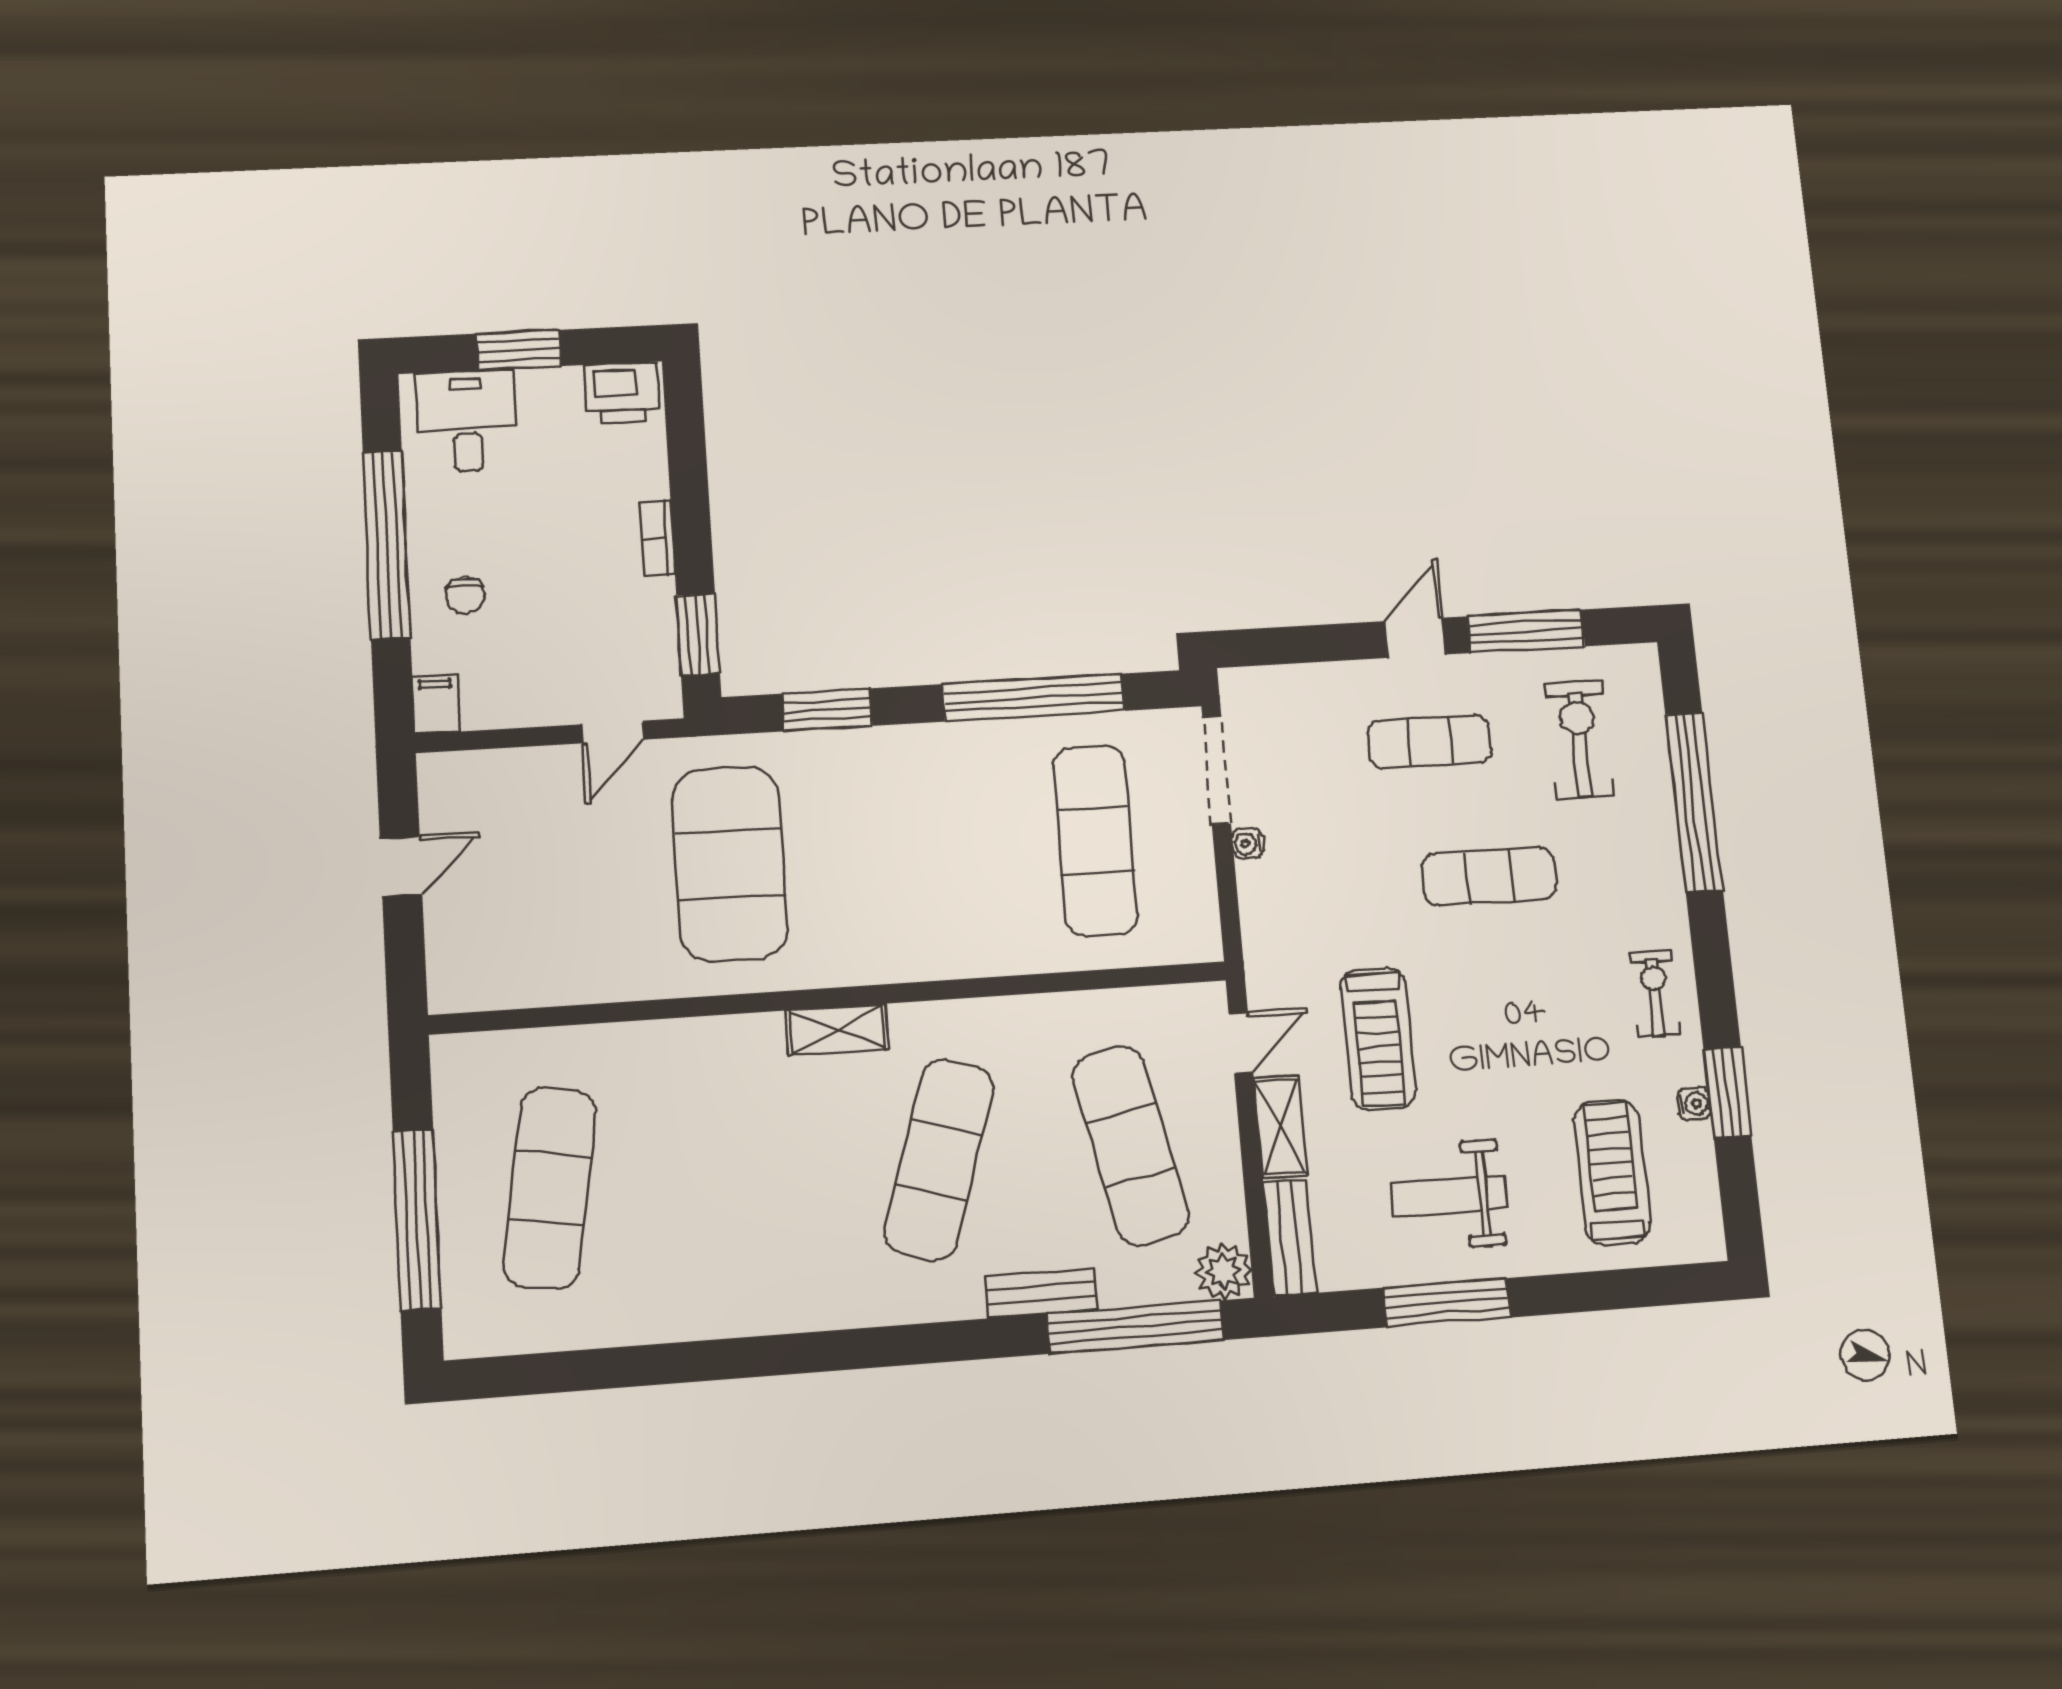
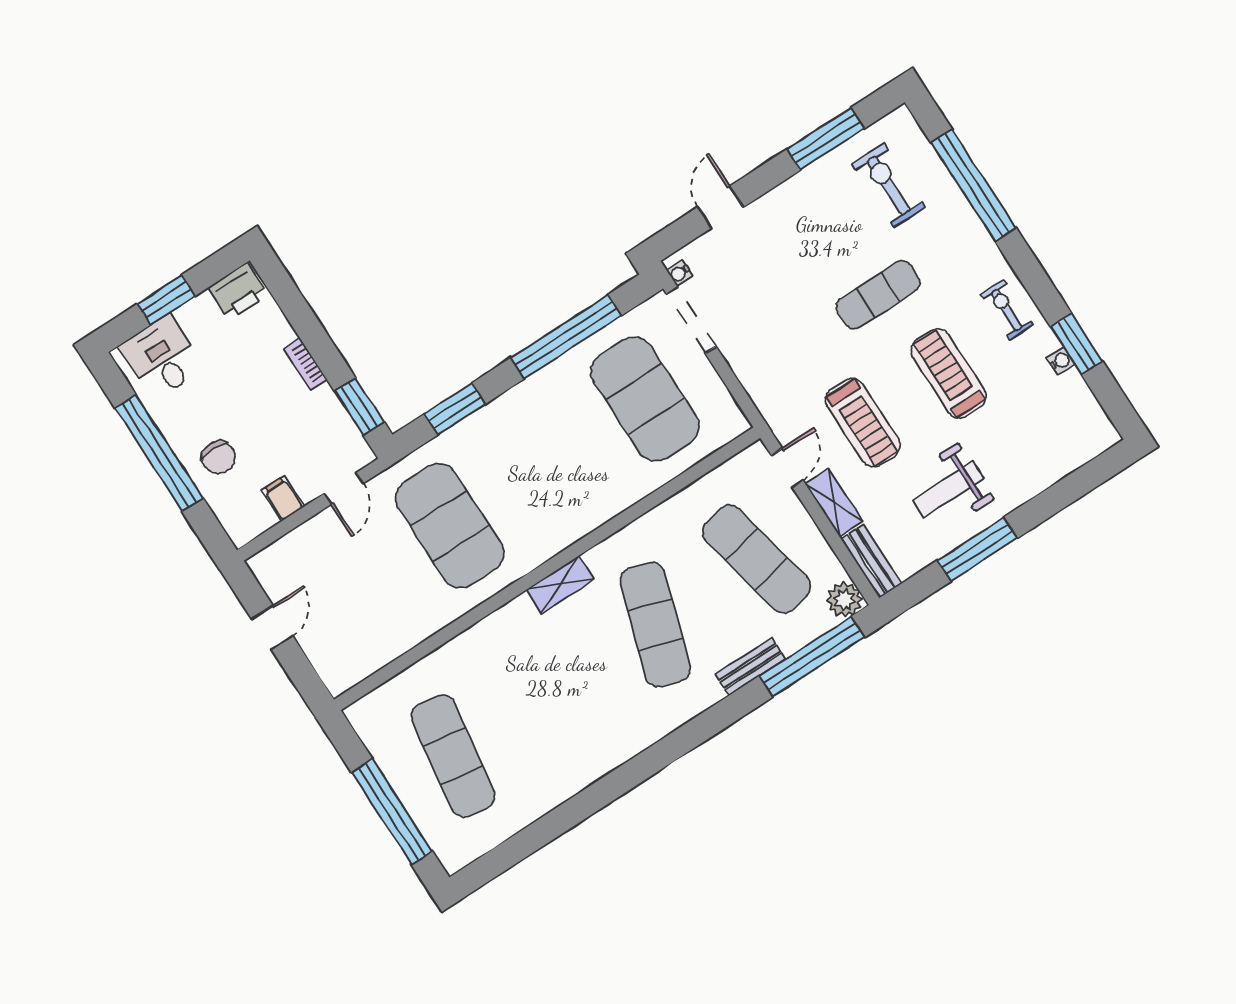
chair: (465, 595) -> (219, 457), width x1.37, depth x1.37
door: (1415, 638) -> (720, 207), moved
filing cabinet: (436, 704) -> (283, 498), moved
exercise mat: (1429, 742) -> (804, 236), removed
exercise mat: (1095, 840) -> (645, 399), width x1.47
water cooler: (1248, 844) -> (680, 273), moved
treadmill: (1612, 1172) -> (948, 373), moved

